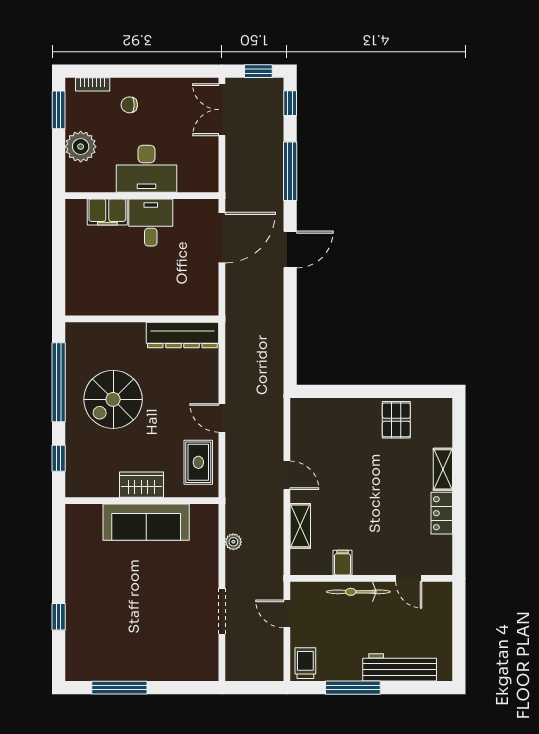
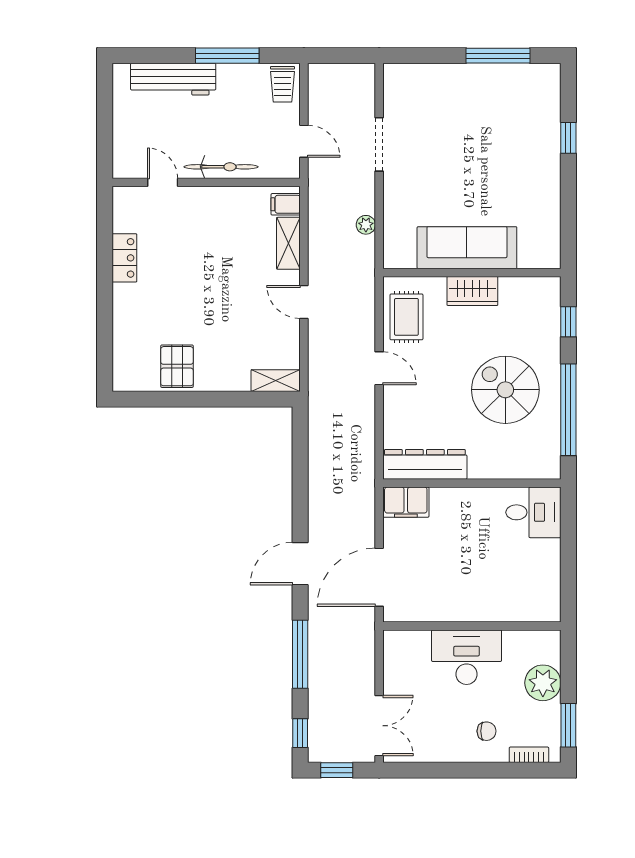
filing cabinet: (107, 212) -> (406, 502), moved, turned 180
desk: (151, 222) -> (533, 512), moved, turned -90
spiral stairs: (113, 399) -> (505, 390), turned -90
shelving: (443, 469) -> (276, 381), moved, turned 90
filing cabinet: (343, 563) -> (286, 204), moved, turned 90

